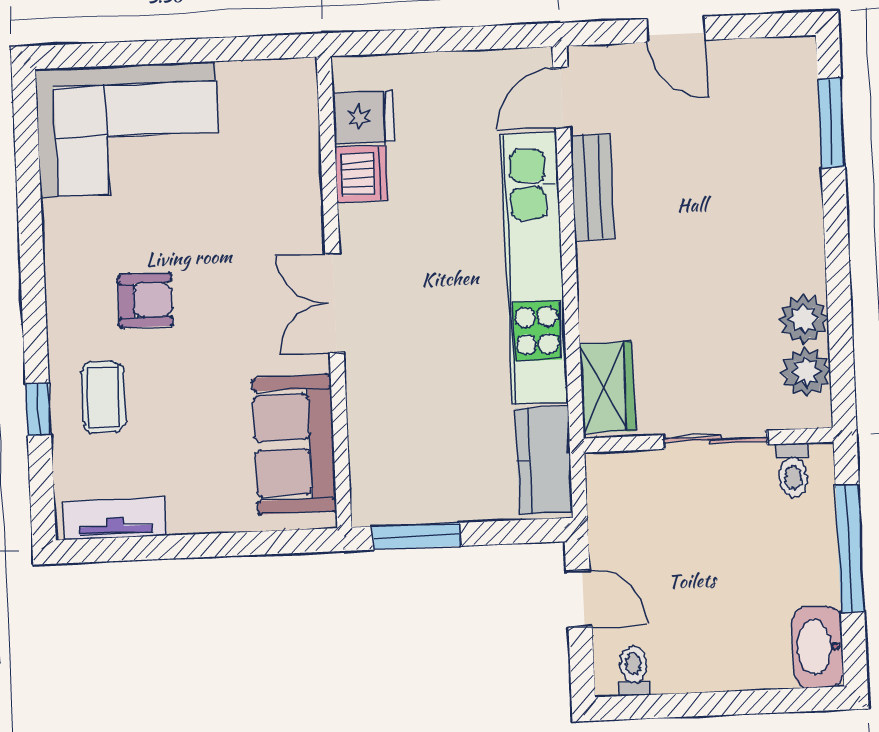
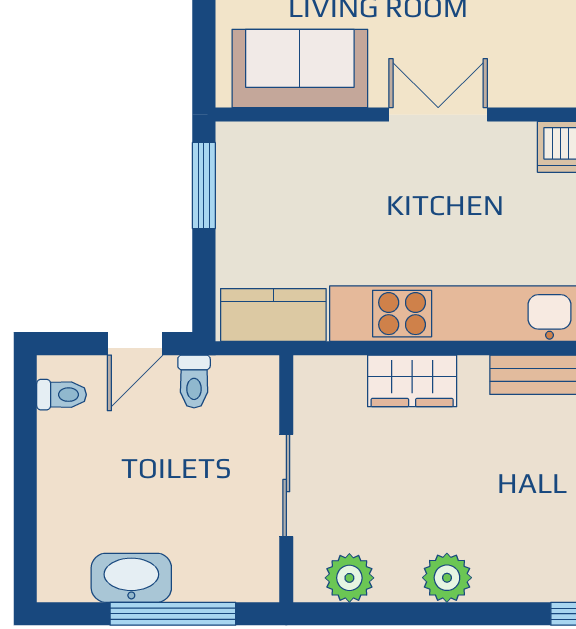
plant: (803, 319) -> (447, 578), moved
wardrobe: (607, 387) -> (412, 381), moved
toilet: (793, 470) -> (194, 381), moved, turned -90
washbasin: (818, 647) -> (131, 578), moved

